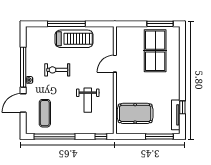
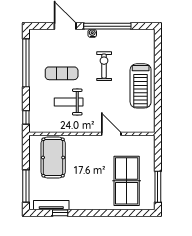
window: (66, 24) -> (158, 77), removed
table tennis table: (155, 51) -> (127, 181), turned 90
exercise mat: (45, 113) -> (62, 73), moved

